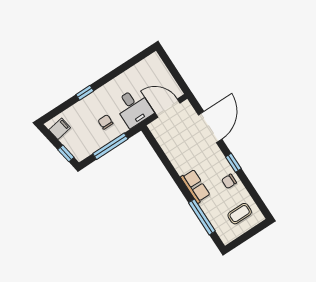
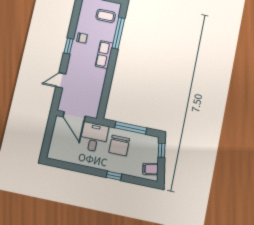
chair: (105, 122) -> (119, 145), width x1.87, depth x1.87
door: (210, 127) -> (61, 80), width x0.53
coffee table: (240, 214) -> (106, 16), moved

